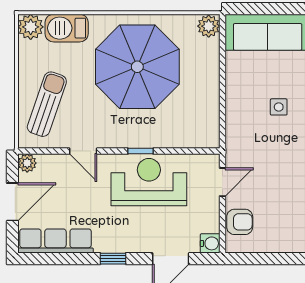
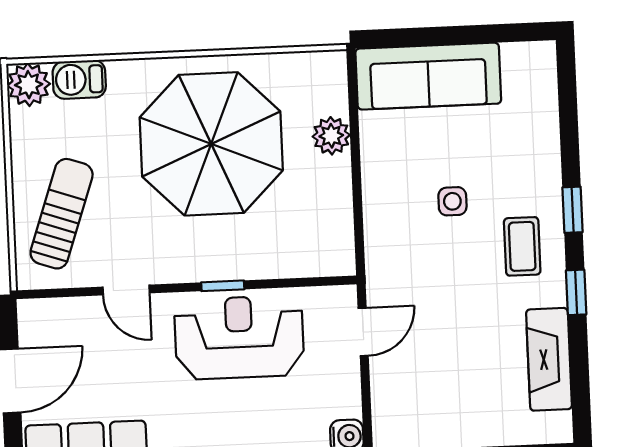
plant: (209, 26) -> (331, 136), moved
barbecue: (67, 28) -> (79, 79), width x0.73, depth x0.79
plant: (27, 163) -> (33, 314), removed
armchair: (240, 222) -> (395, 398), removed

